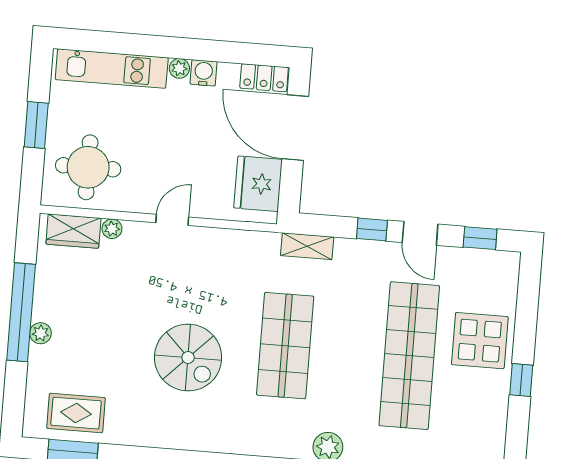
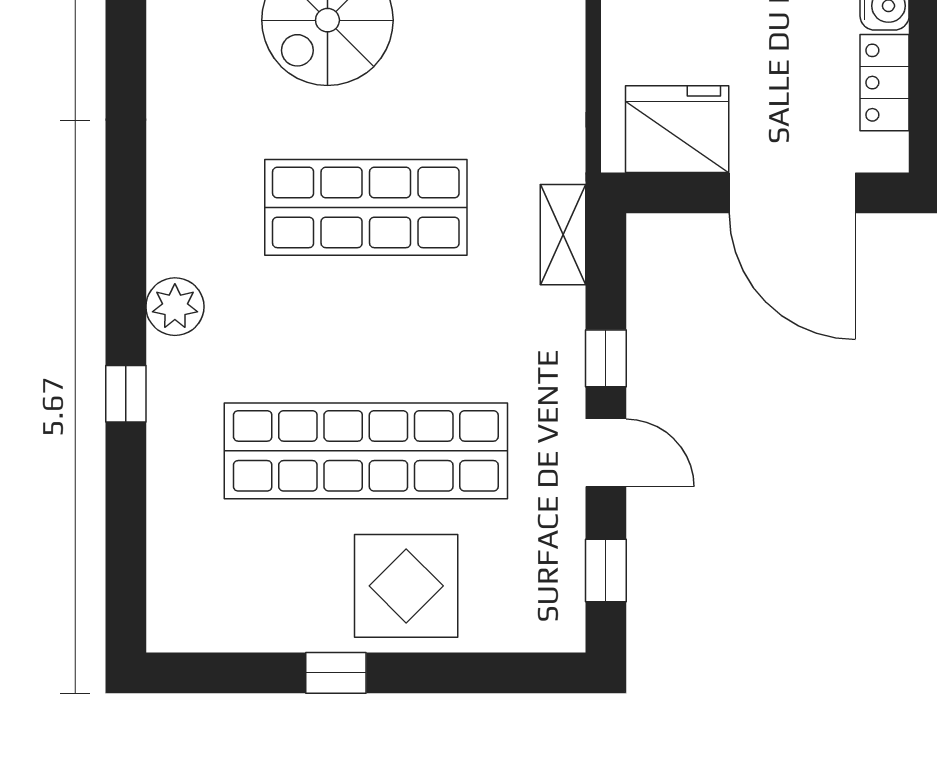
locker: (264, 78) -> (885, 83), moved
door: (295, 128) -> (792, 193), swing flipped
door: (420, 233) -> (606, 453), swing flipped

